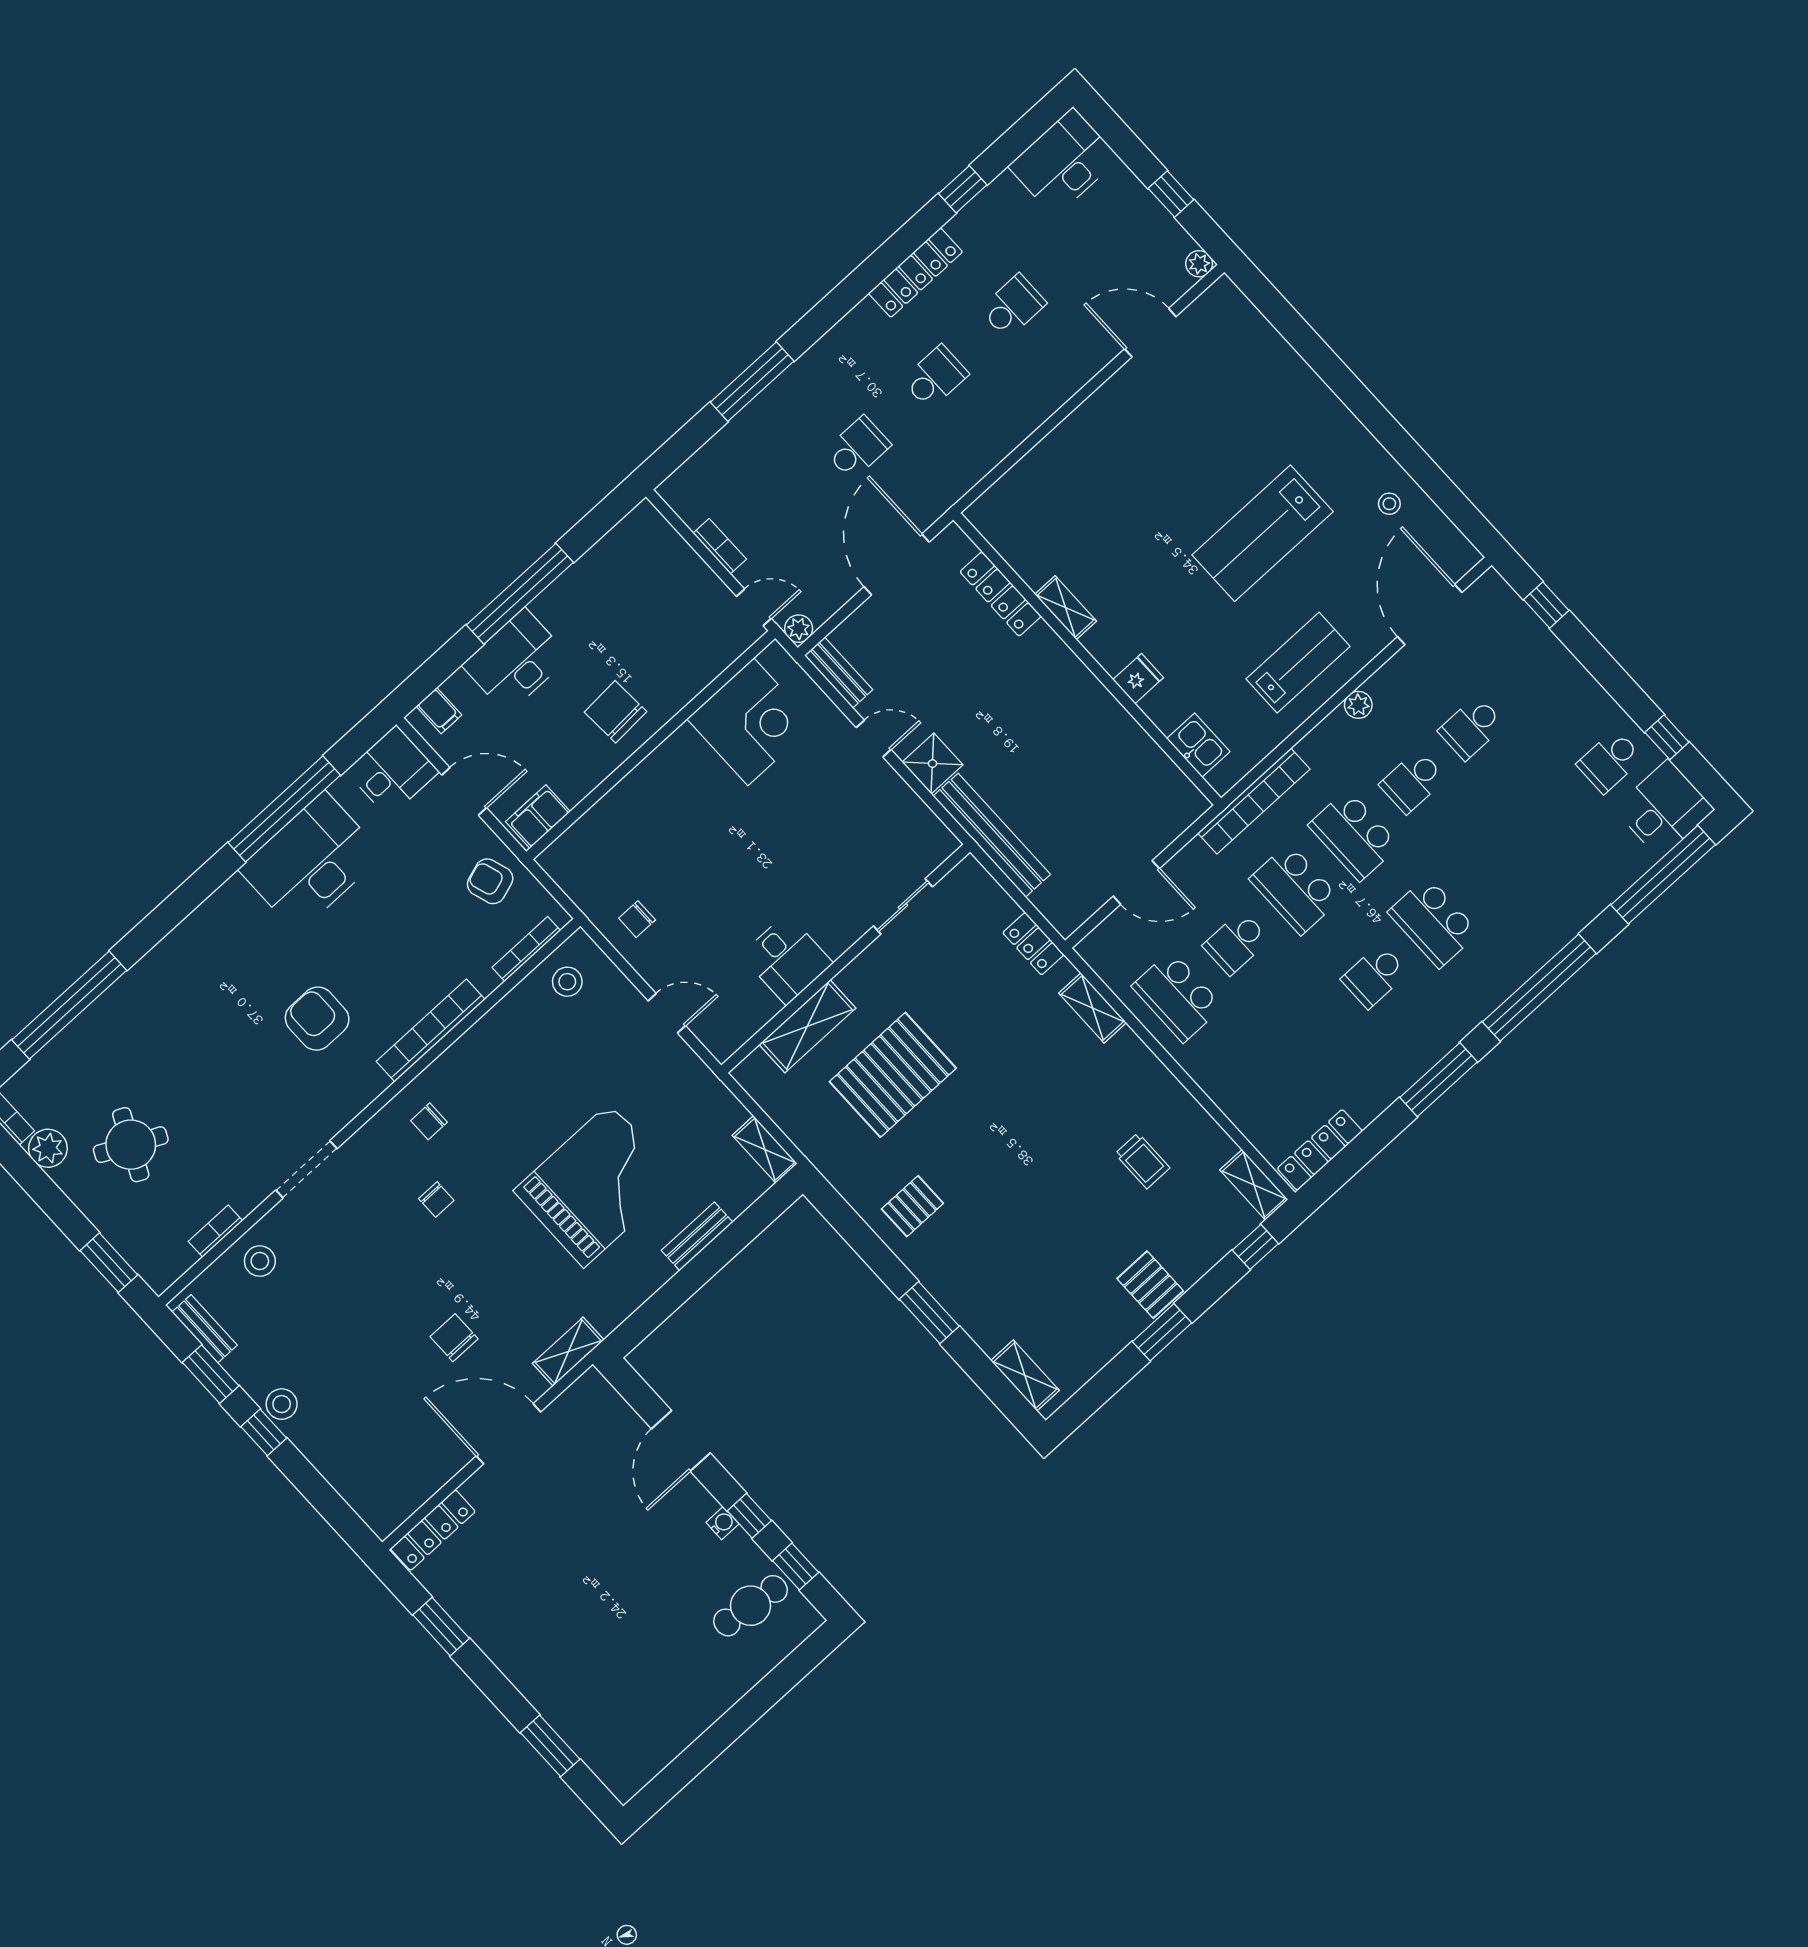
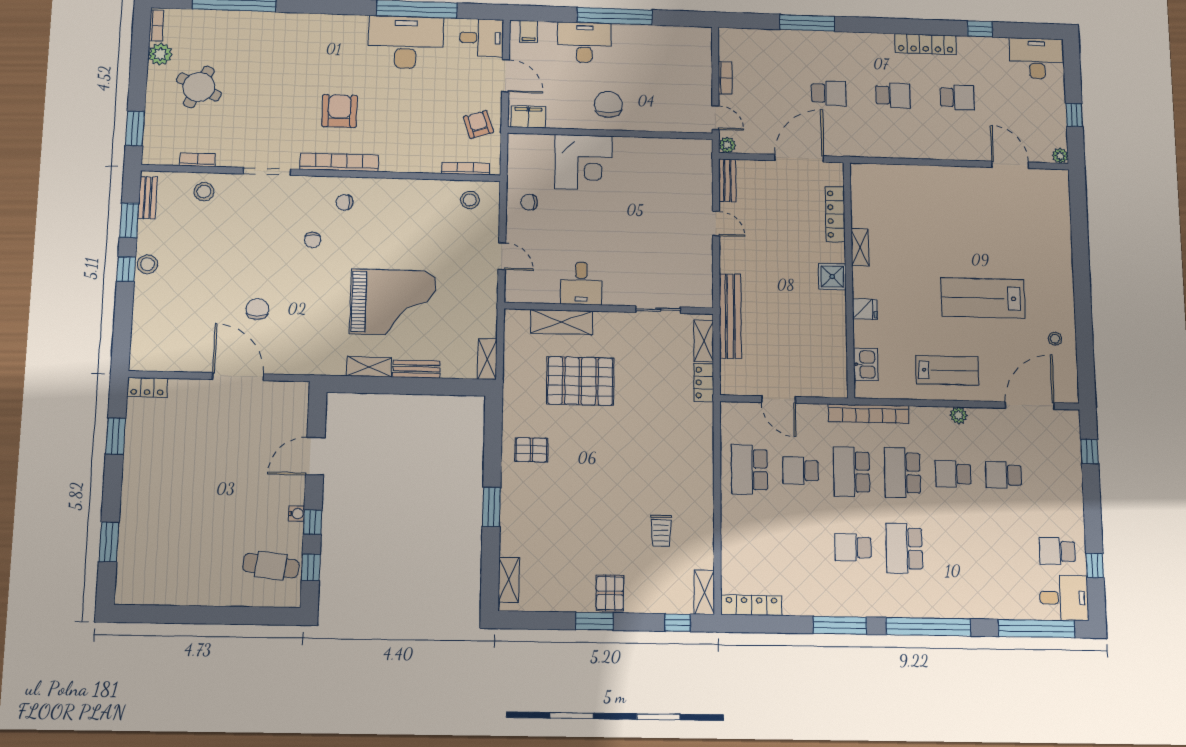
corner desk: (751, 722) -> (583, 162), moved
shower: (932, 764) -> (832, 277), moved
shelving: (1093, 1008) -> (704, 341), moved
bookcase: (431, 1030) -> (339, 162), moved
shelving: (568, 1352) -> (369, 367), moved
locker: (433, 1530) -> (147, 387), width x0.66

